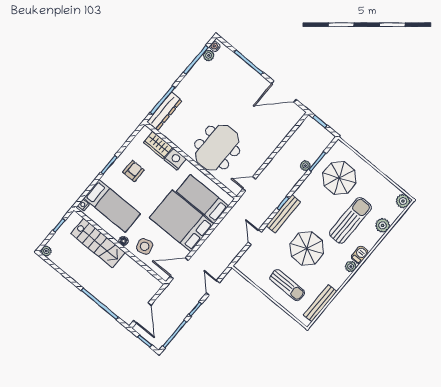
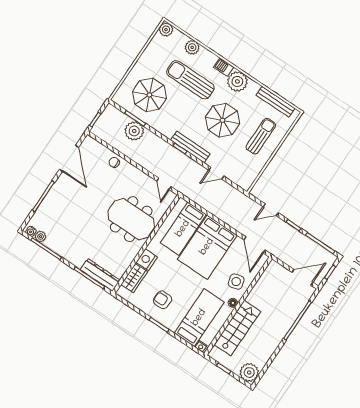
chair: (275, 136) -> (114, 162), added
plant: (305, 166) -> (134, 131), width x1.88, depth x1.88
plant: (46, 251) -> (249, 372), width x1.88, depth x1.88
plant: (351, 266) -> (237, 81), width x1.87, depth x1.87

